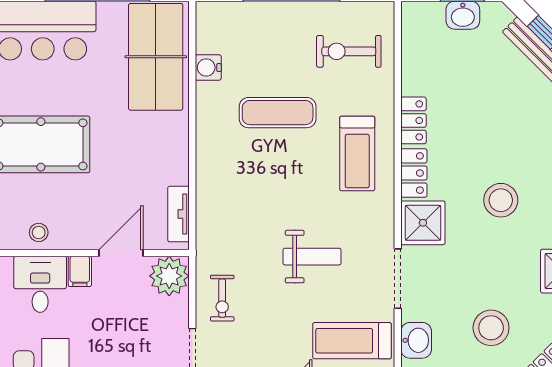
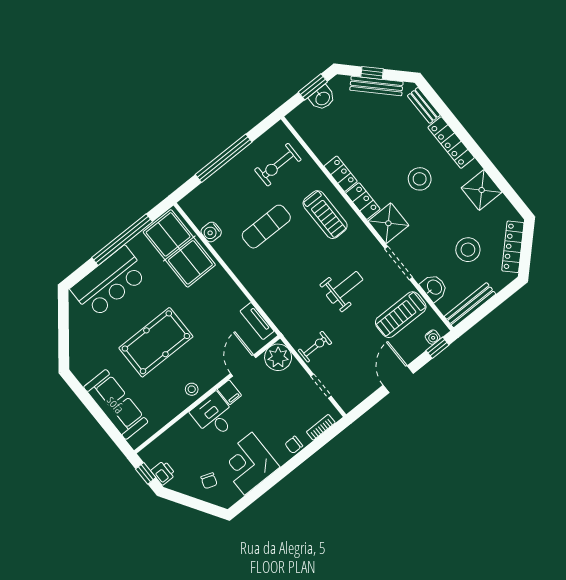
exercise bike: (222, 298) -> (315, 347), turned -90

